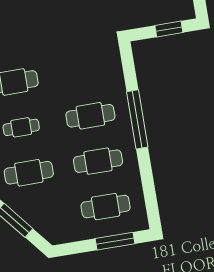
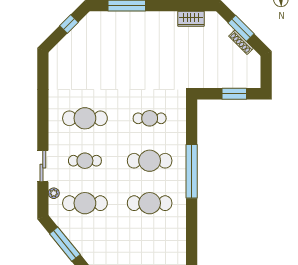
cafe table: (106, 207) -> (150, 118), moved, width x0.73, depth x0.74

